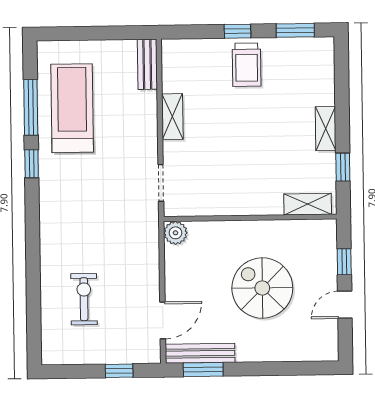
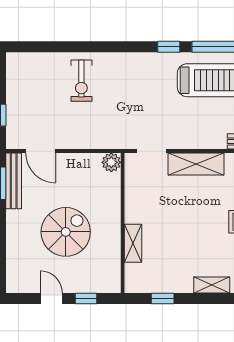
shelving: (172, 117) -> (196, 164), width x1.50, depth x1.33
shelving: (326, 129) -> (212, 285), moved
shelving: (308, 204) -> (133, 243), moved
exercise bike: (84, 299) -> (81, 81), moved, turned 90

